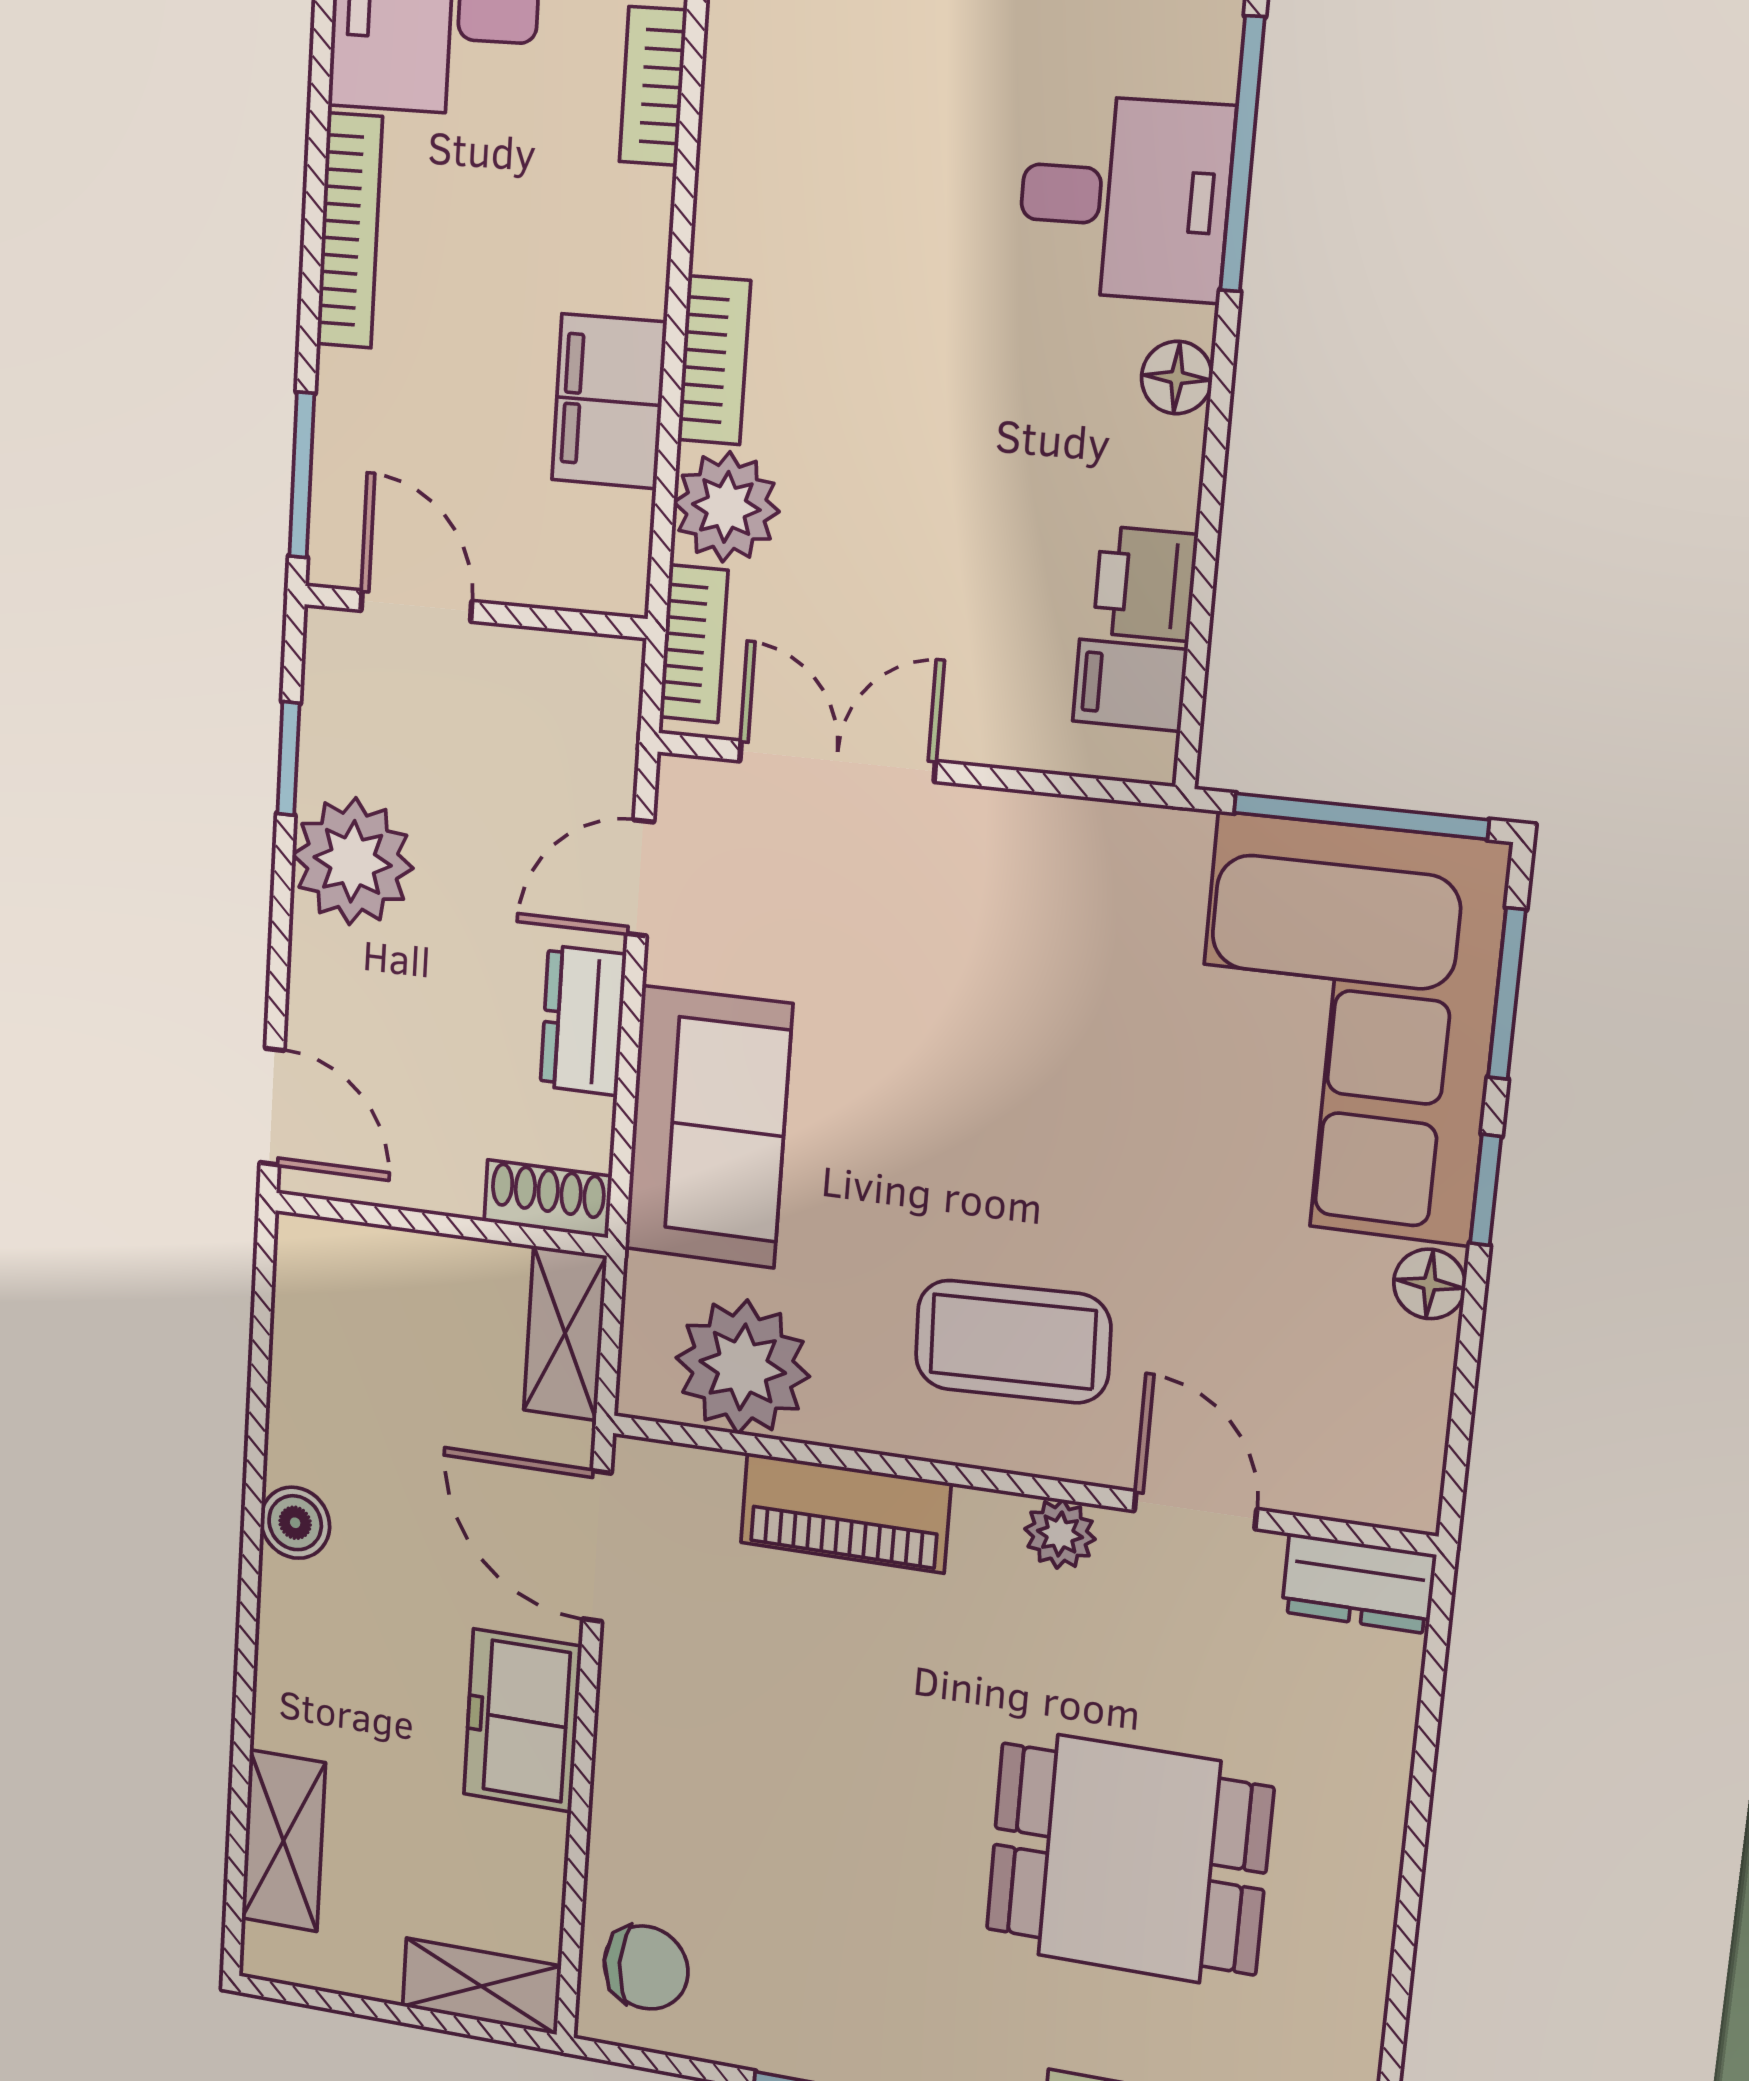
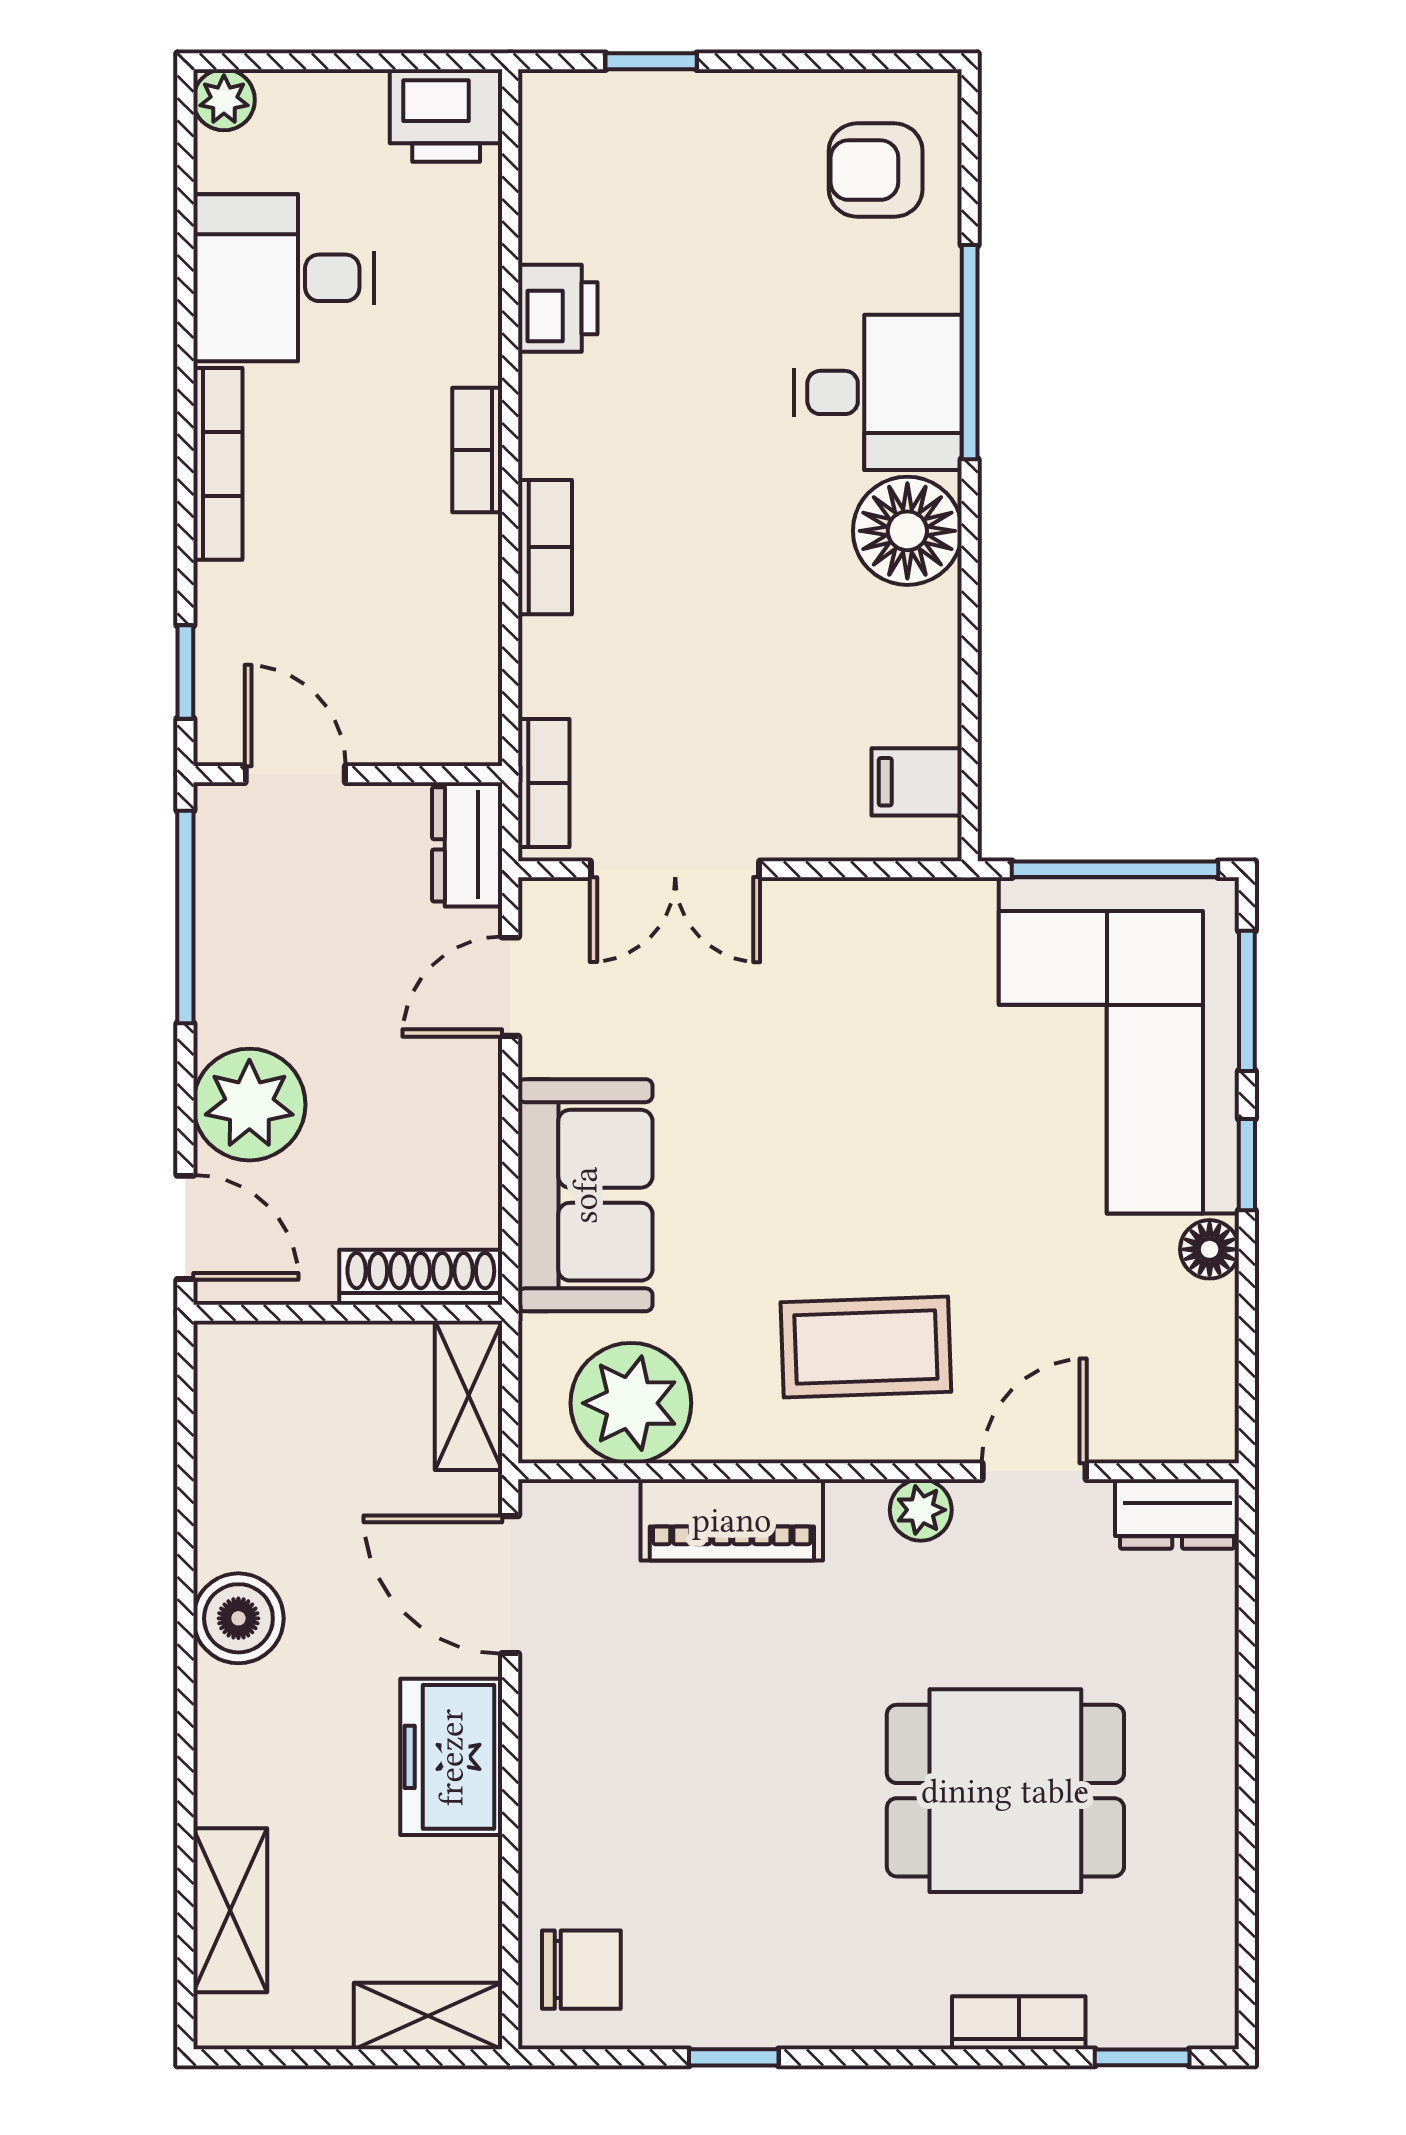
bookcase: (653, 86) -> (477, 450), moved
floor lamp: (1177, 378) -> (907, 531), width x1.89, depth x1.89
filing cabinet: (609, 401) -> (456, 588), removed
window: (302, 475) -> (185, 672), width x0.67
plant: (726, 507) -> (564, 667), removed
printer: (1145, 584) -> (558, 308), moved, turned 180
window: (288, 759) -> (185, 917), width x2.17
double door: (837, 761) -> (675, 869), swing flipped
plant: (353, 861) -> (249, 1105), moved
dresser: (583, 1020) -> (467, 844), moved
shoe rack: (548, 1199) -> (421, 1277), width x1.43
door: (1195, 1510) -> (1034, 1471), hinge flipped
boiler: (295, 1523) -> (238, 1618), width x1.36, depth x1.36

